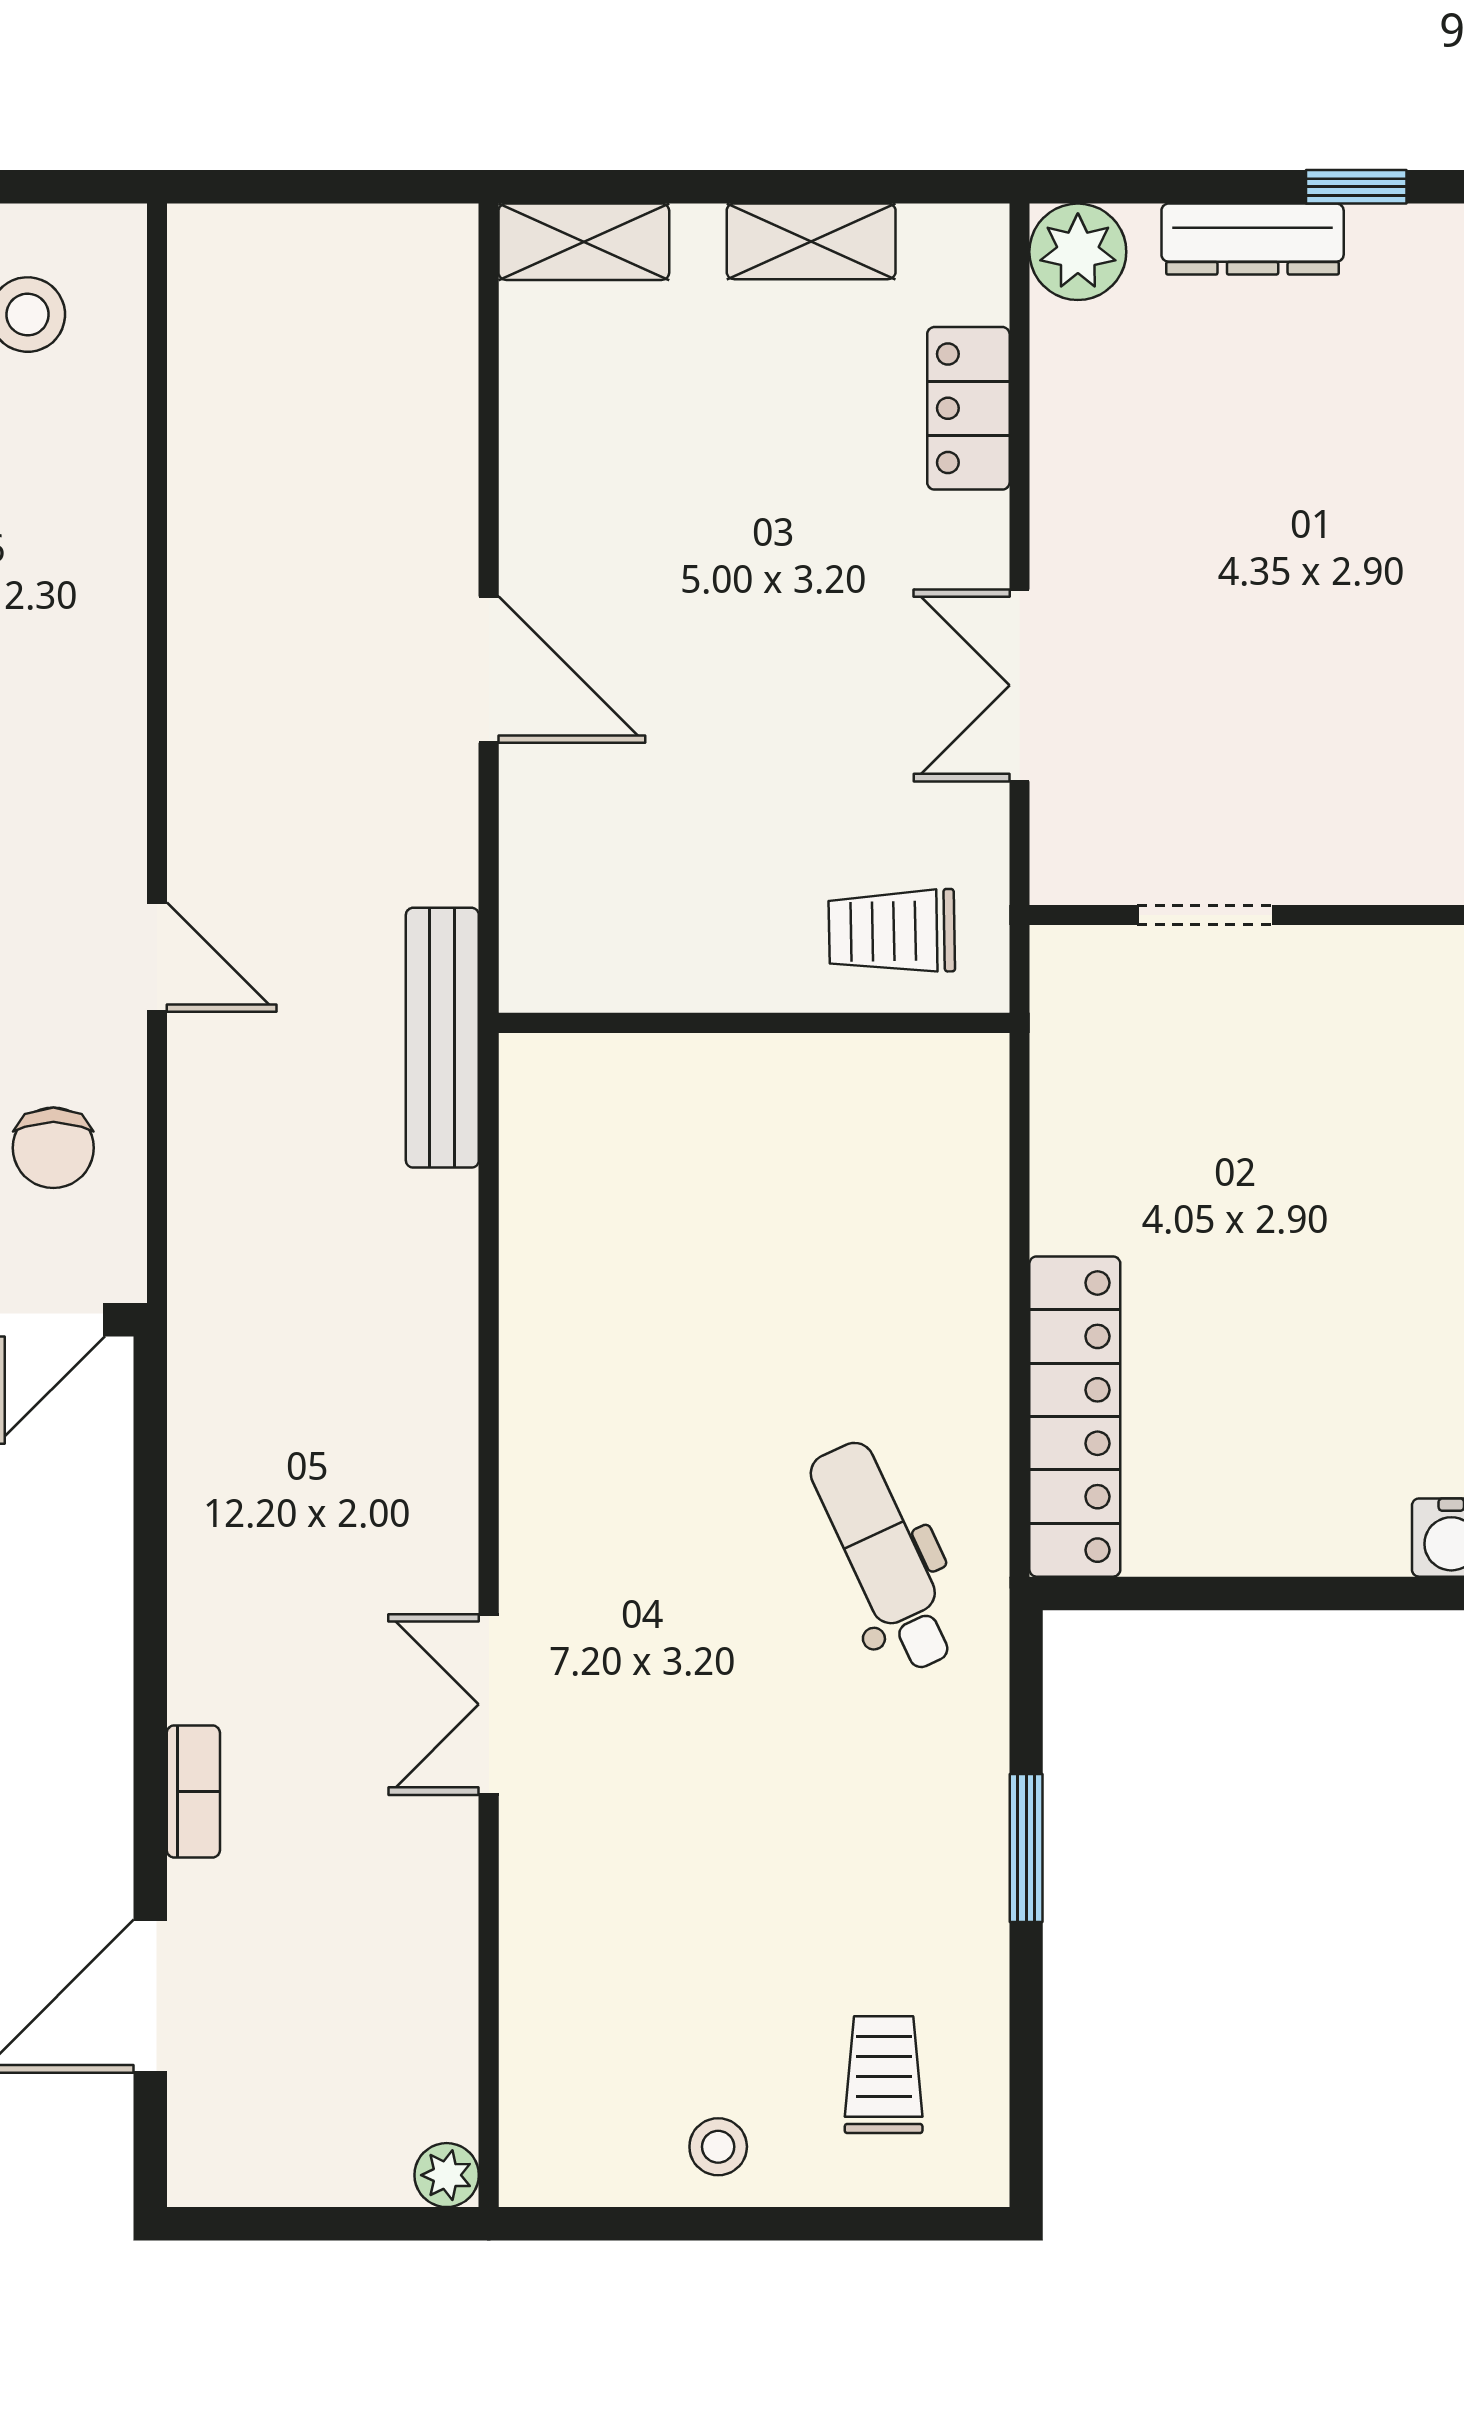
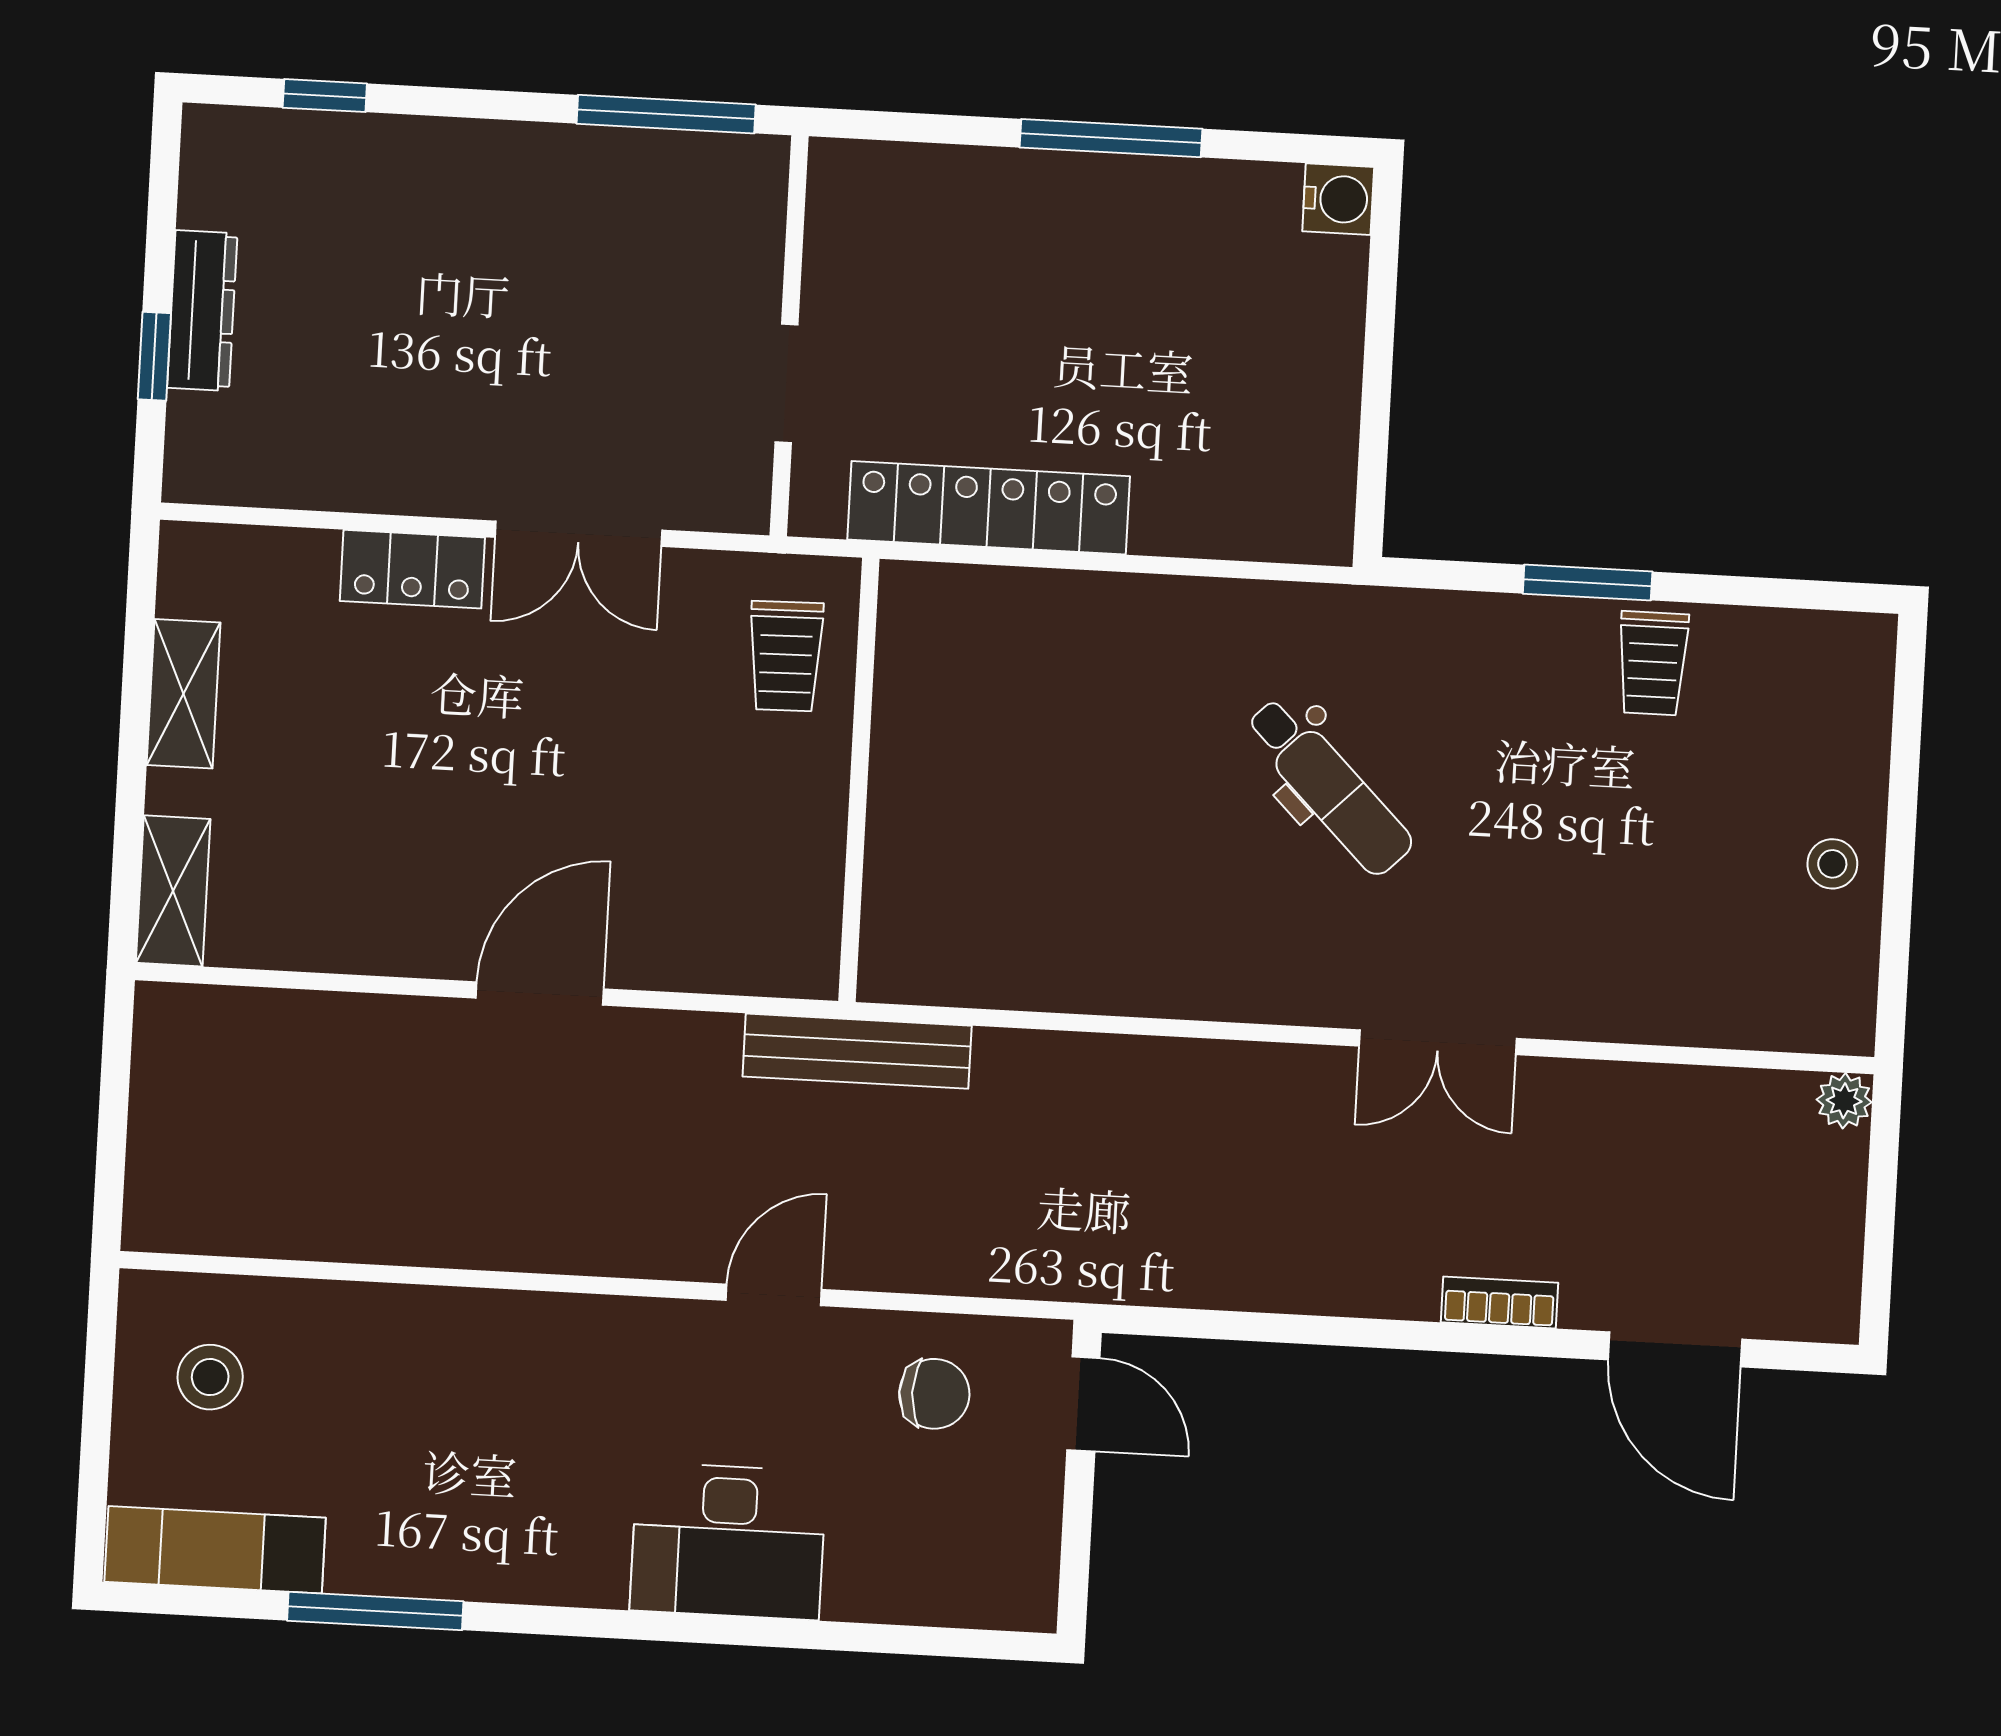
window: (1356, 187) -> (154, 356), moved
plant: (1078, 252) -> (205, 463), removed
locker: (968, 408) -> (412, 569), moved
locker: (1075, 1417) -> (989, 508), moved
dental chair: (884, 1556) -> (1329, 786), moved, turned -110
trolley: (884, 2075) -> (1653, 663), moved, turned -90

